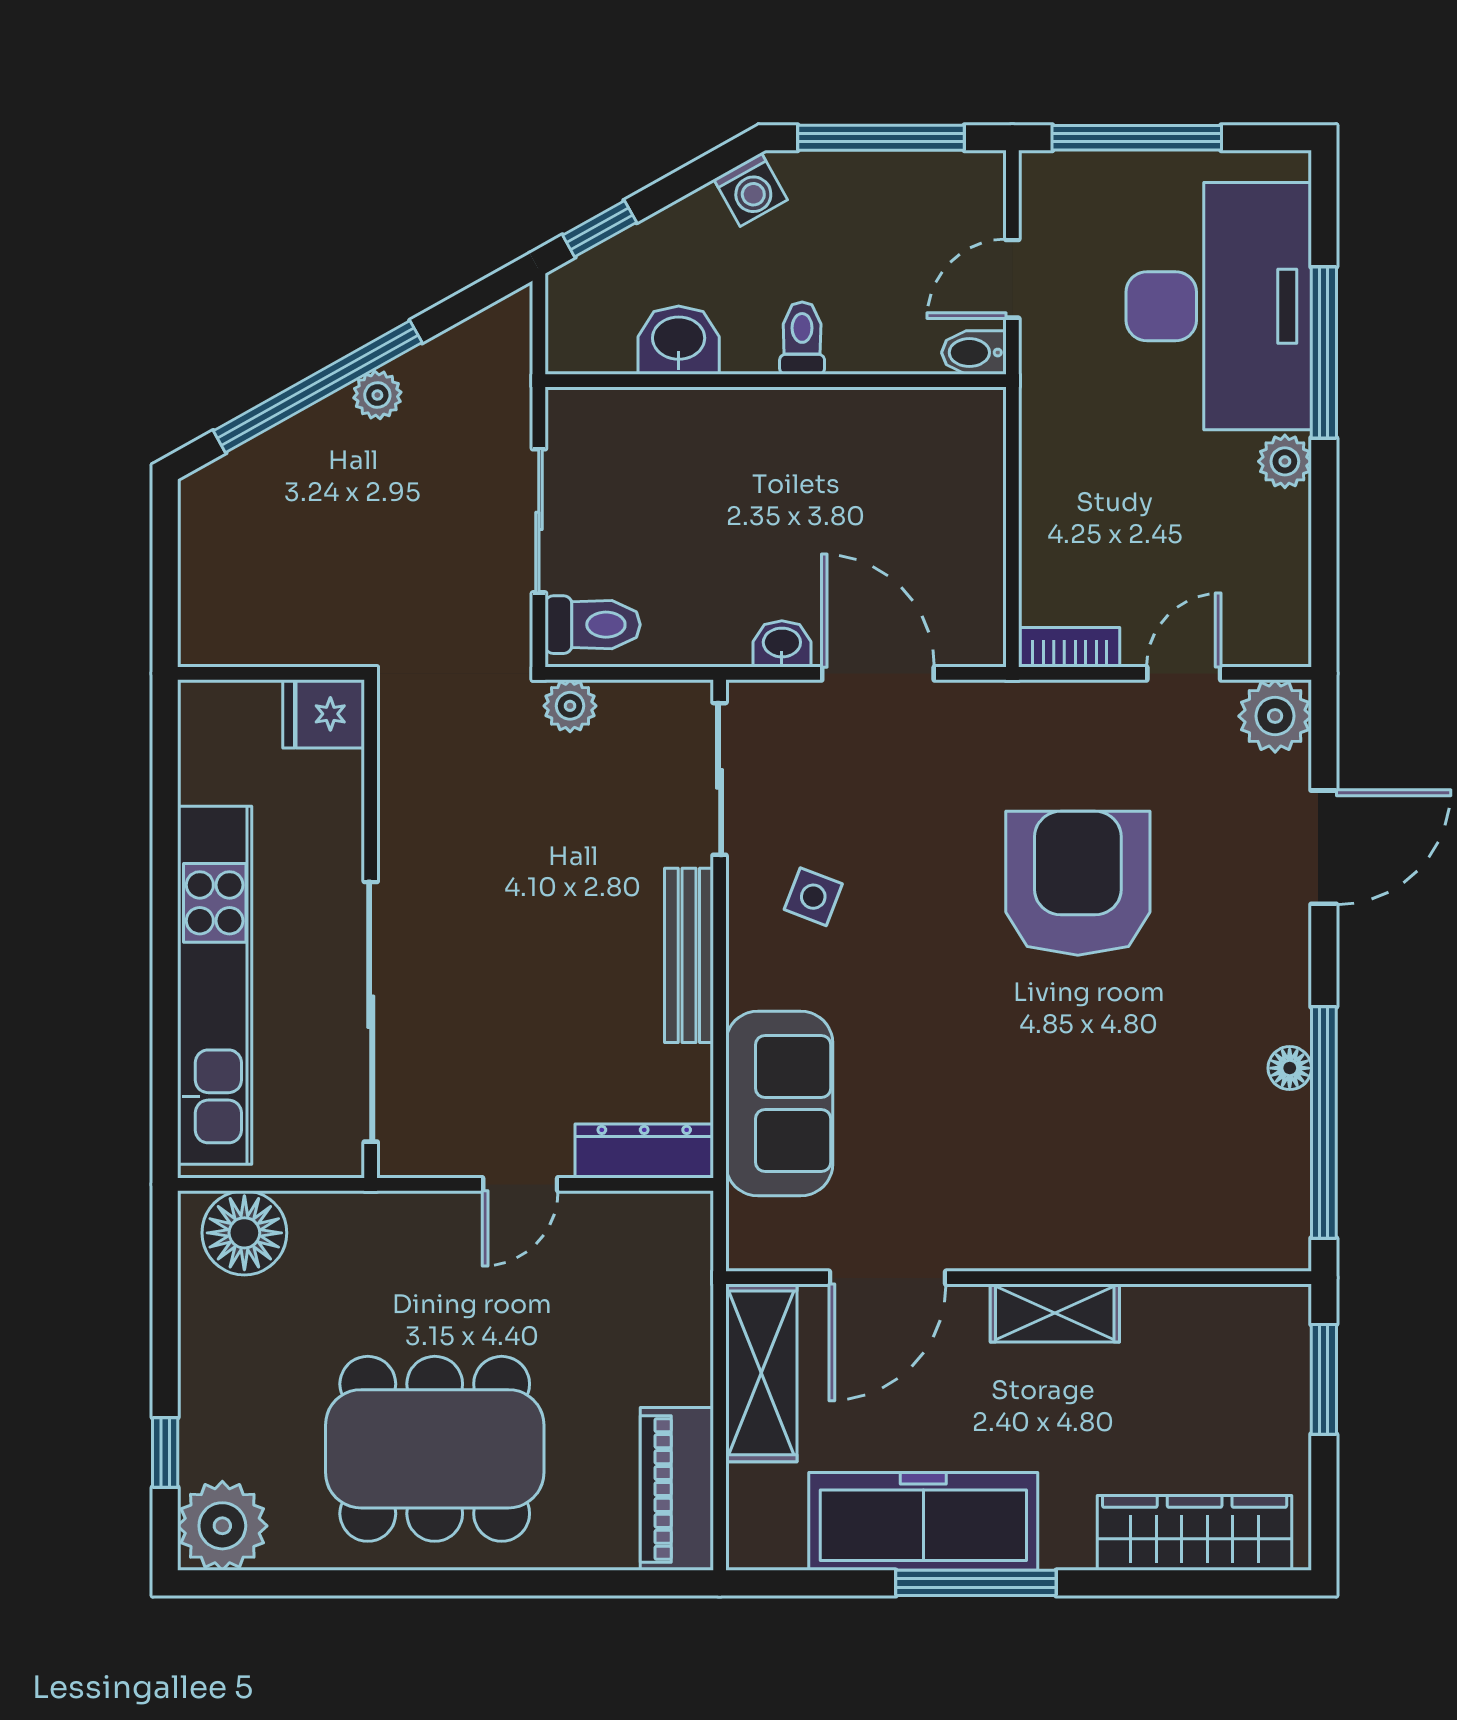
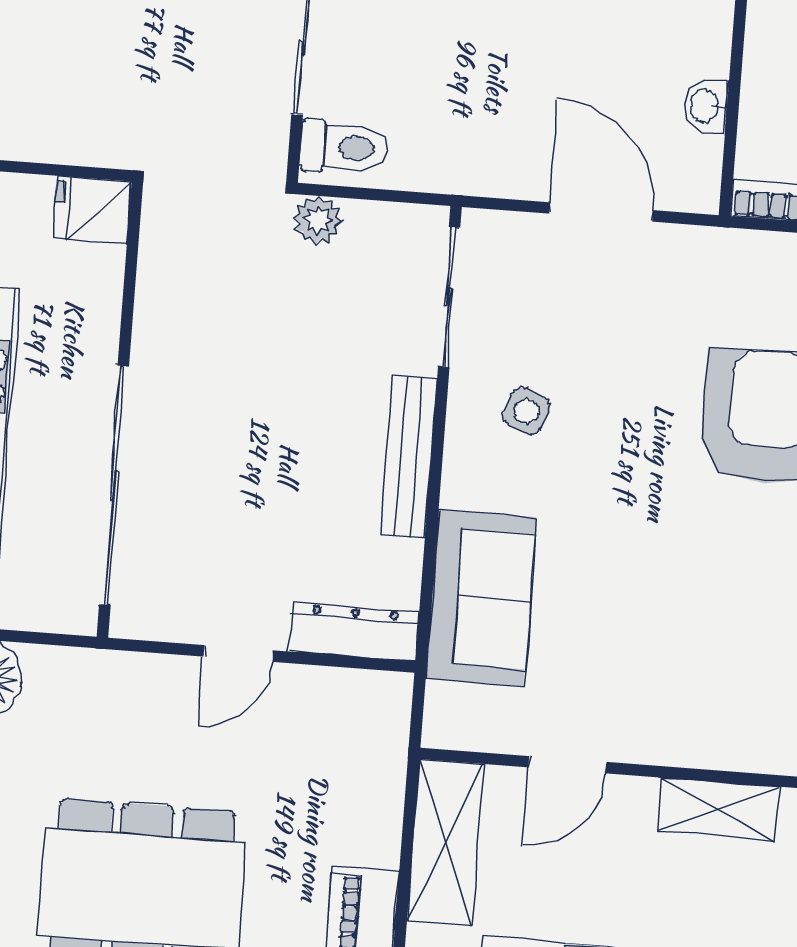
washbasin: (782, 644) -> (706, 106), moved, turned -90
door: (887, 1278) -> (567, 765), width x0.73

